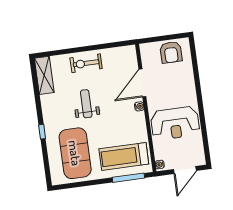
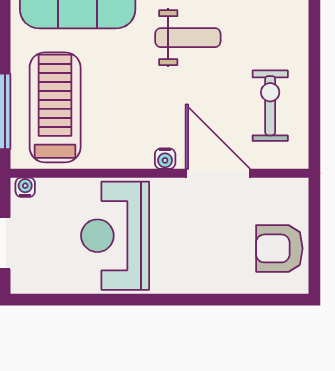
exercise bike: (86, 63) -> (270, 106), moved

